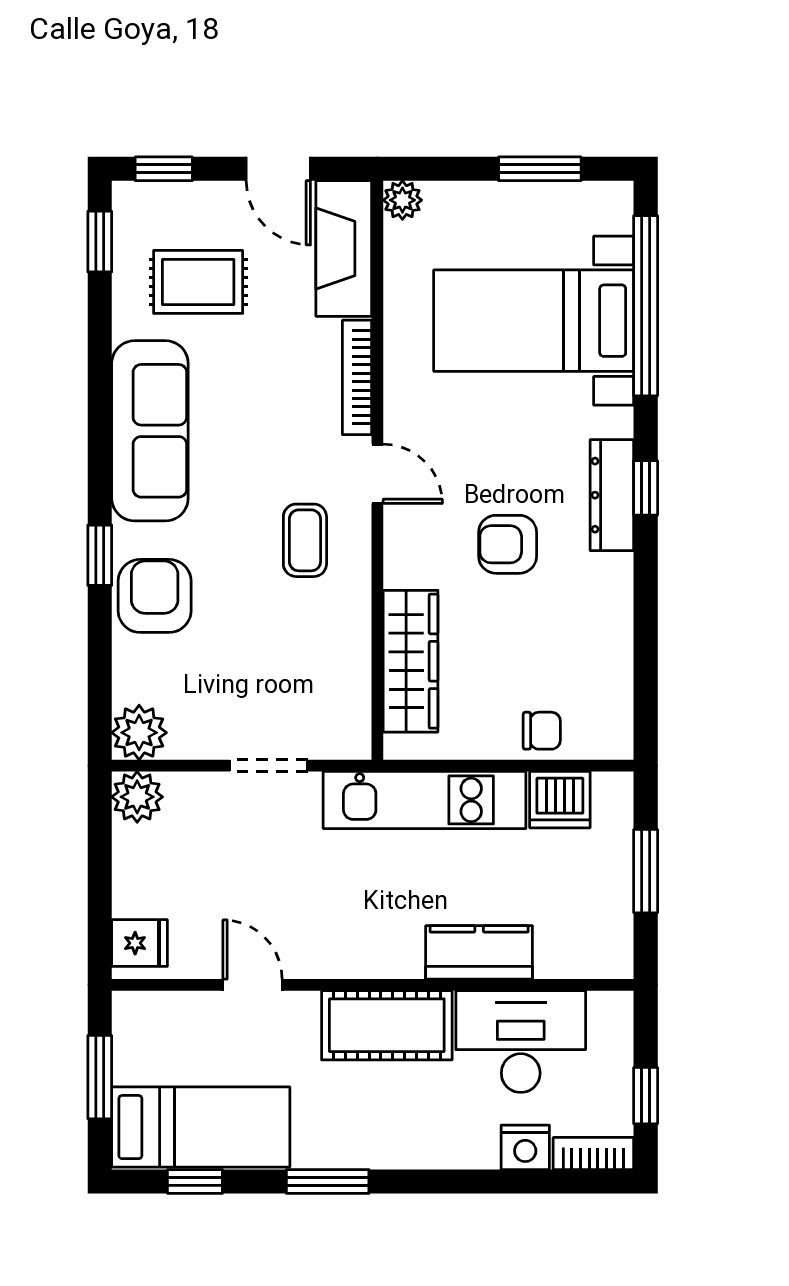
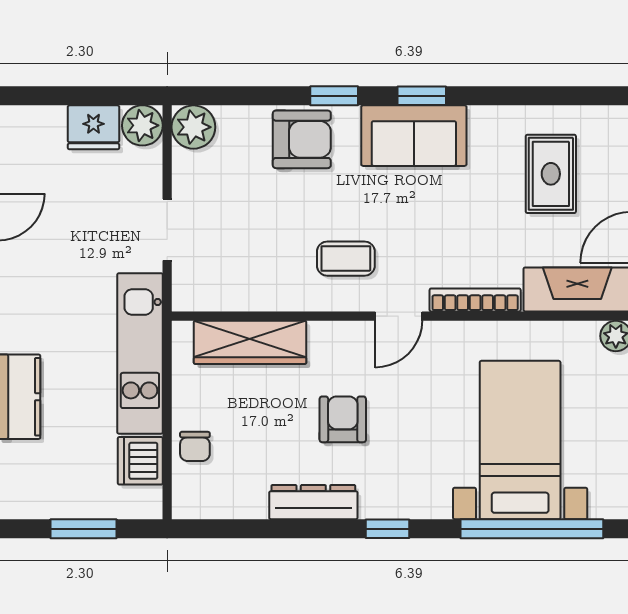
window: (100, 242) -> (422, 96), moved
sofa: (150, 431) -> (414, 136), width x0.73
dresser: (612, 495) -> (313, 502), moved
fridge: (139, 943) -> (93, 127), moved, width x1.38

